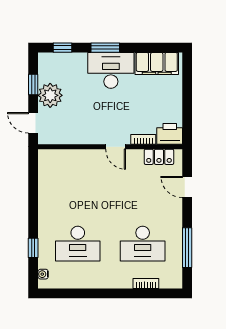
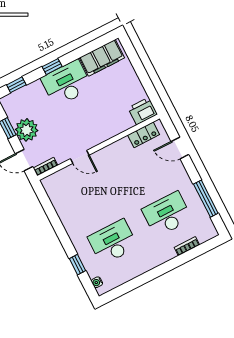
window: (105, 48) -> (52, 67), width x0.67
bookcase: (143, 139) -> (45, 167), moved
door: (116, 147) -> (80, 157), moved
desk: (78, 244) -> (113, 242), turned 180
desk: (143, 244) -> (167, 214), turned 180

